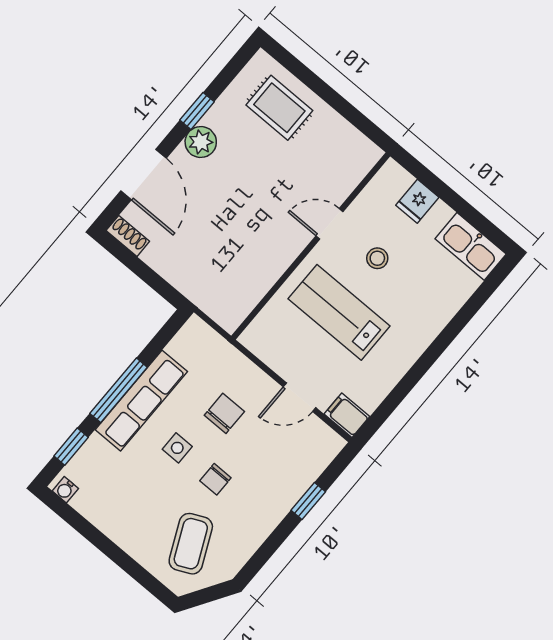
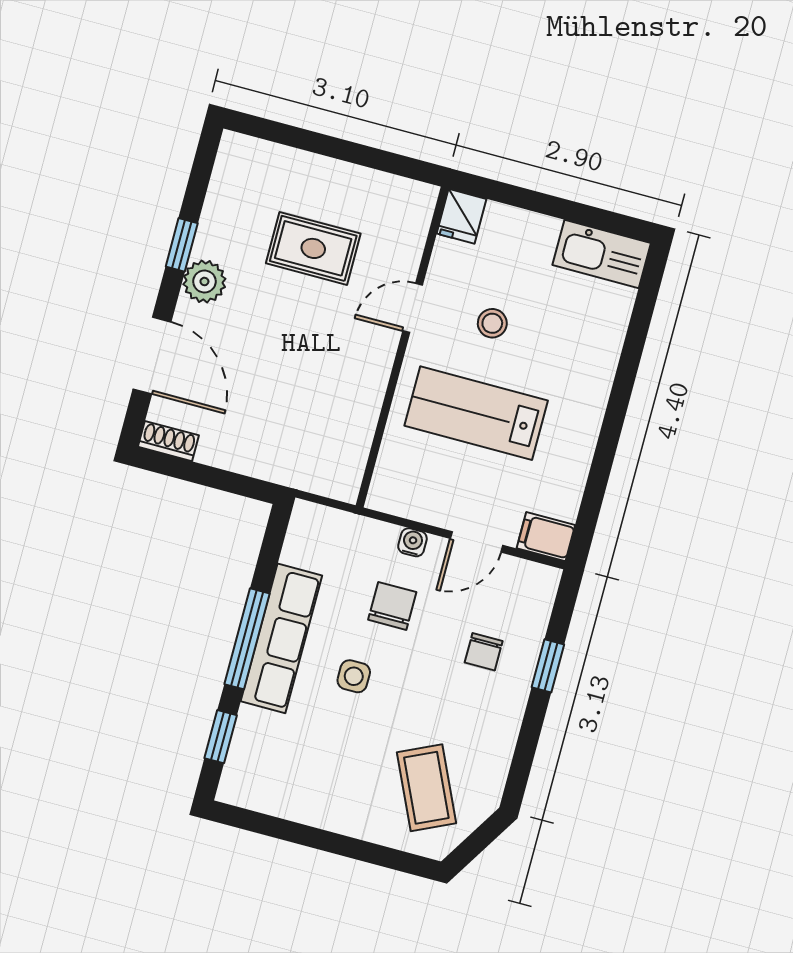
rug: (279, 108) -> (313, 248), moved
fridge: (417, 201) -> (462, 216), moved
chair: (215, 479) -> (484, 652), moved
water cooler: (65, 490) -> (412, 542), moved, turned 180

